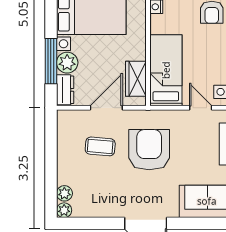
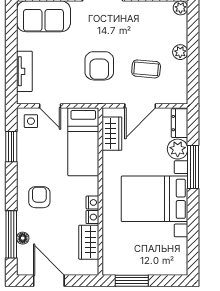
window: (51, 61) -> (193, 167), moved
armchair: (149, 150) -> (99, 66), width x0.73, depth x0.73
plant: (64, 193) -> (180, 52), moved

